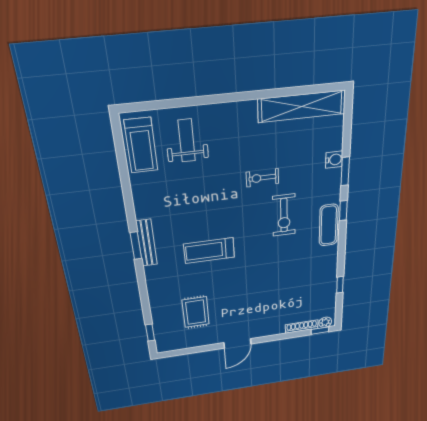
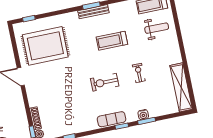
water cooler: (334, 160) -> (143, 115), moved
exercise bike: (284, 215) -> (105, 82), moved
treadmill: (209, 251) -> (112, 41), moved, turned -90
rug: (196, 312) -> (45, 46), width x1.86, depth x2.06

